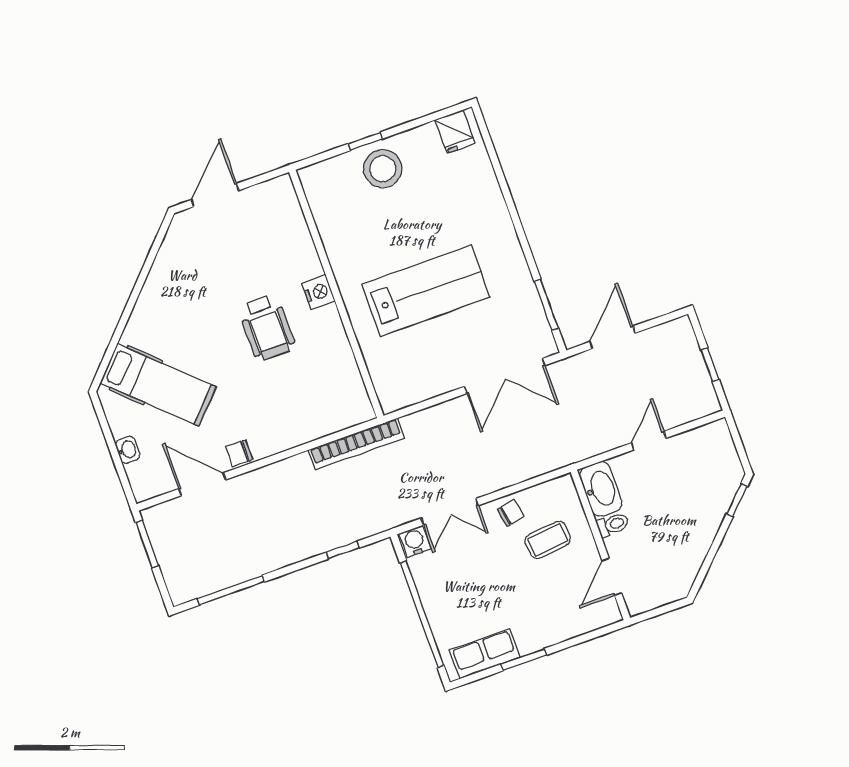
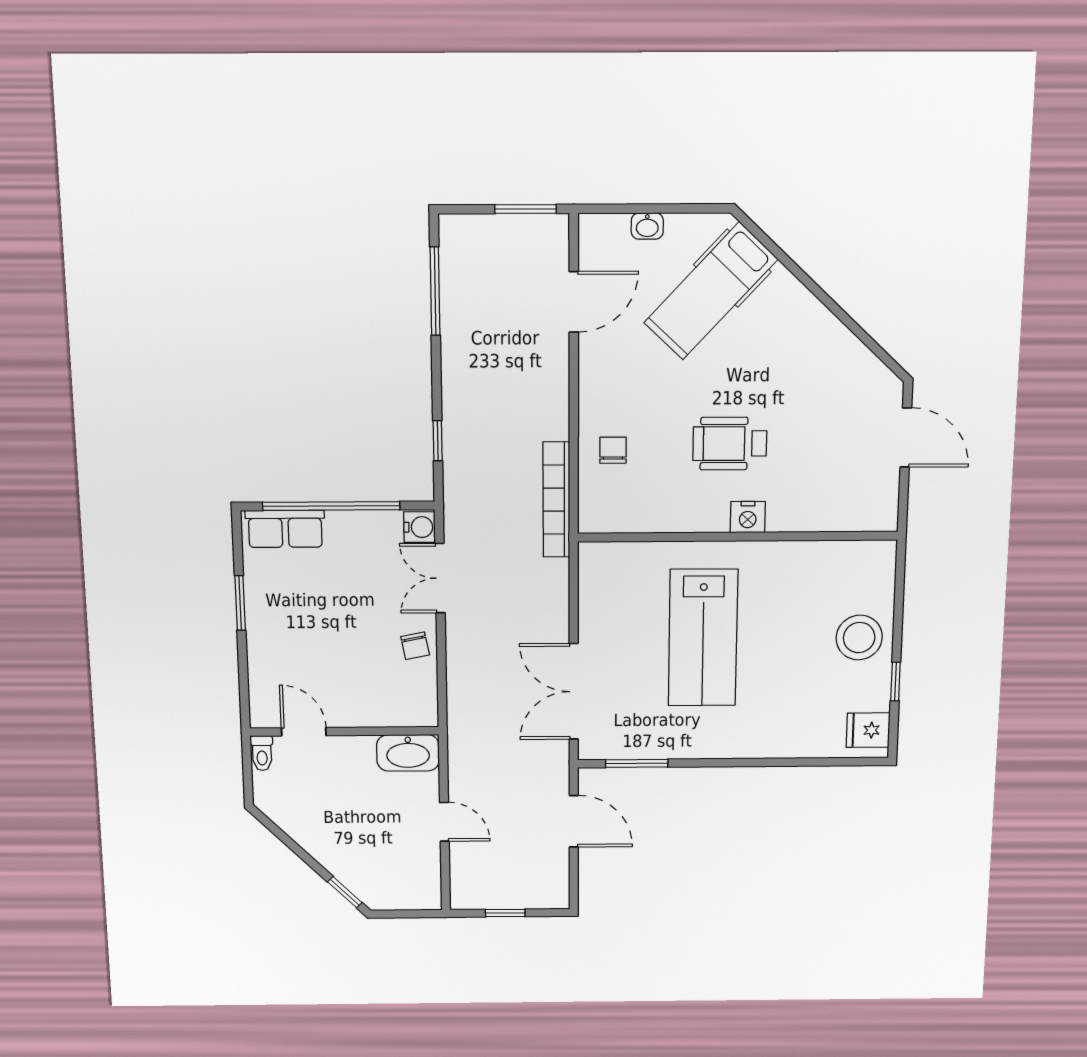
window: (365, 141) -> (895, 682), moved
chair: (239, 453) -> (613, 450), moved
toilet: (613, 525) -> (262, 753), moved
coffee table: (548, 540) -> (370, 676), removed
row of seats: (485, 654) -> (285, 529), moved, turned 90

